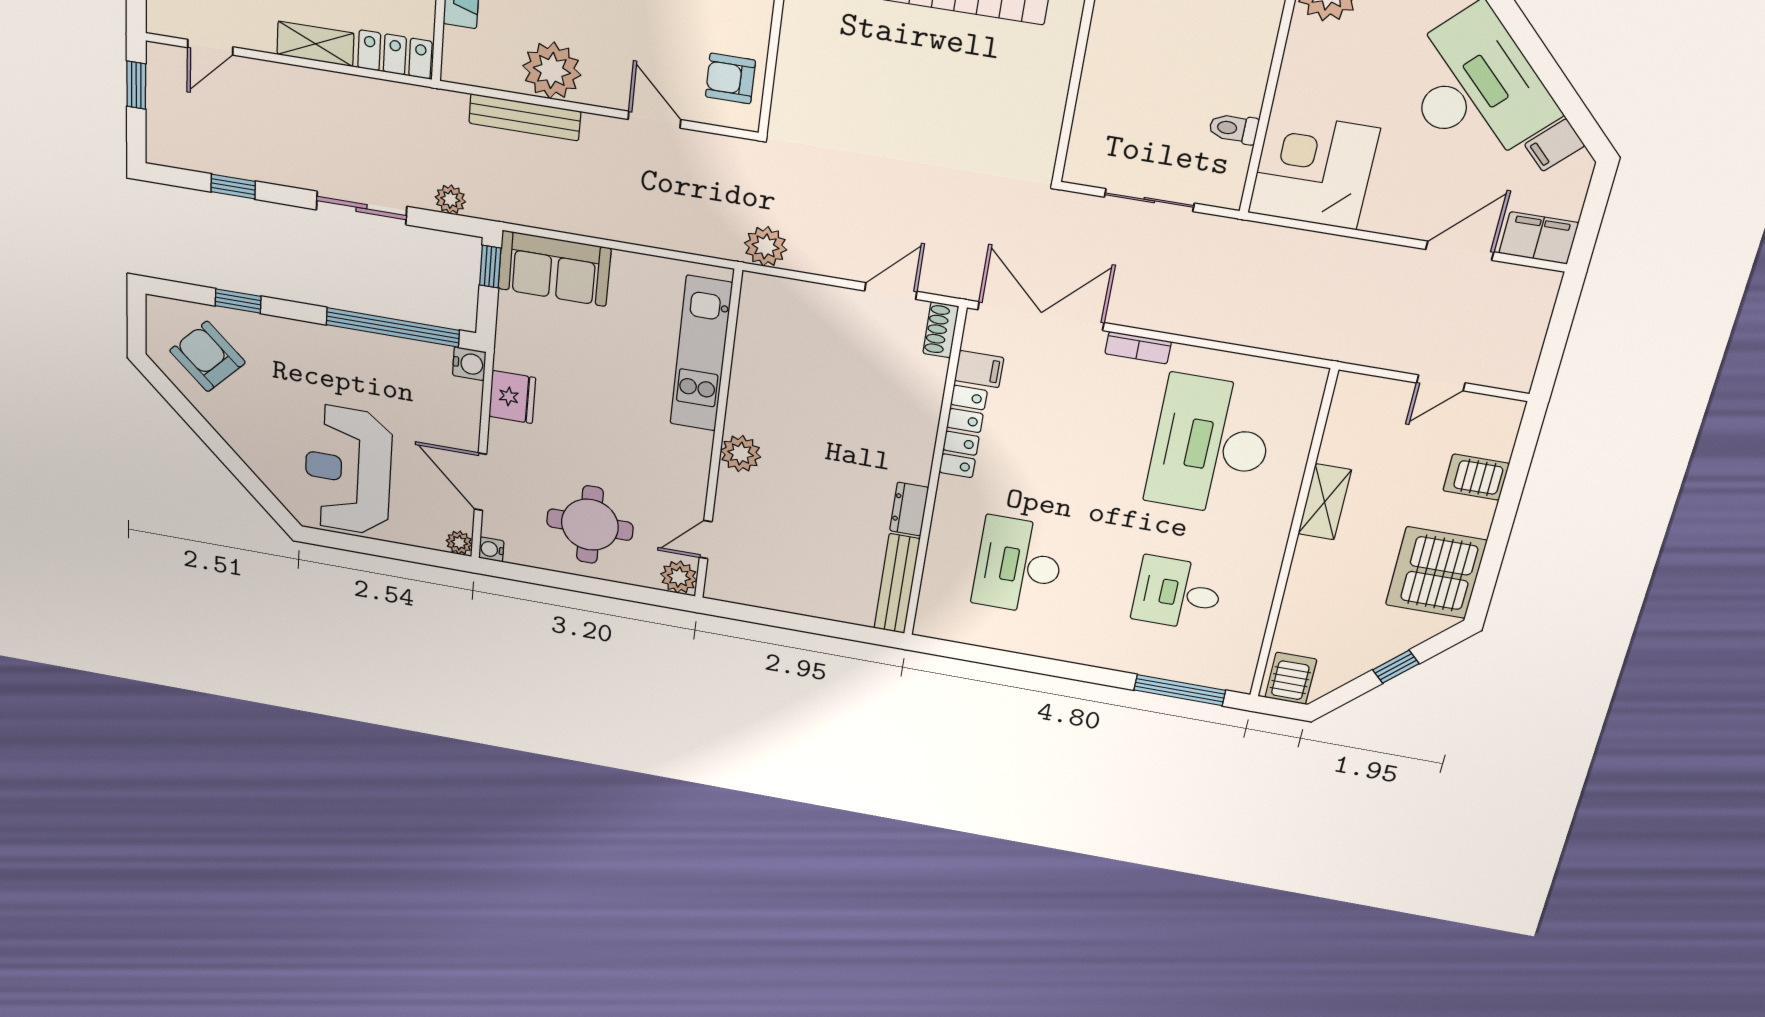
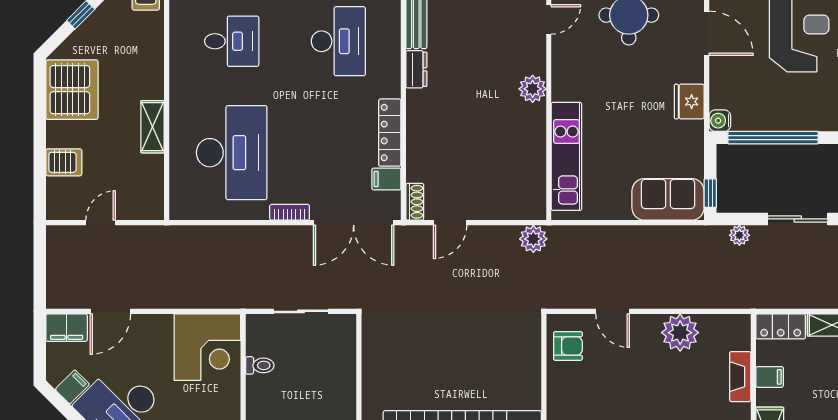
bench: (525, 117) -> (695, 299), removed

